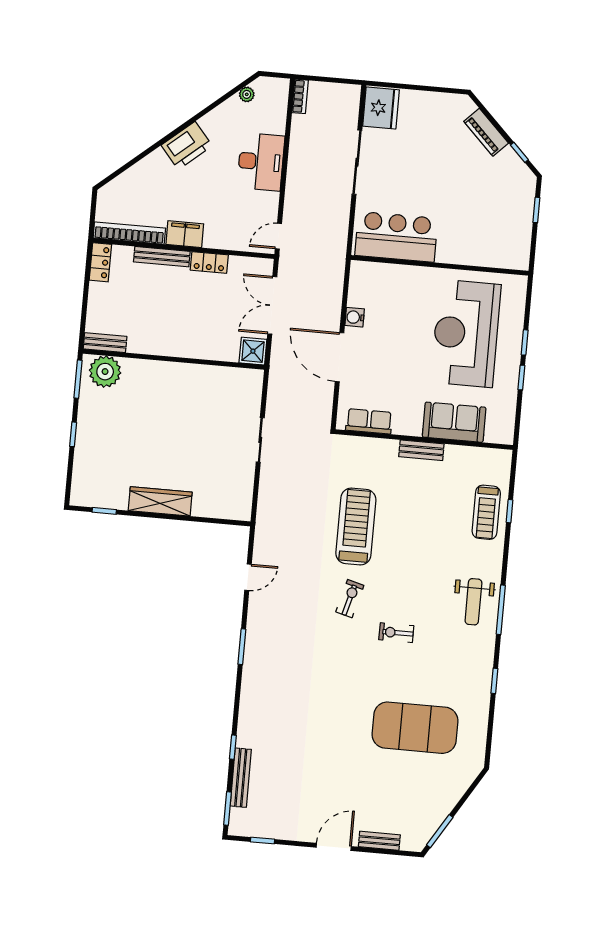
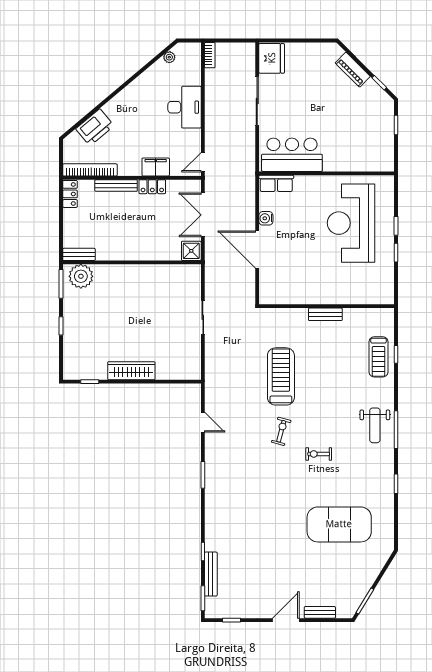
printer: (187, 146) -> (95, 127), moved
filing cabinet: (185, 234) -> (156, 167), moved
row of seats: (369, 421) -> (276, 183), moved, turned 180
sofa: (454, 422) -> (348, 291), removed
door: (248, 577) -> (203, 422), hinge flipped

